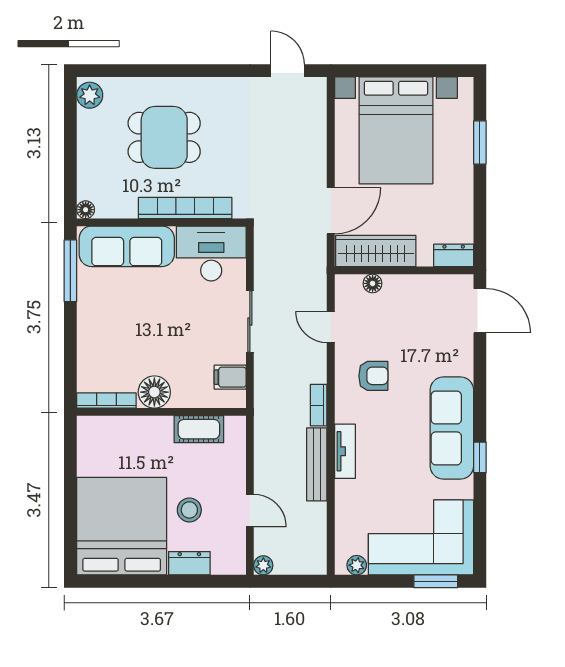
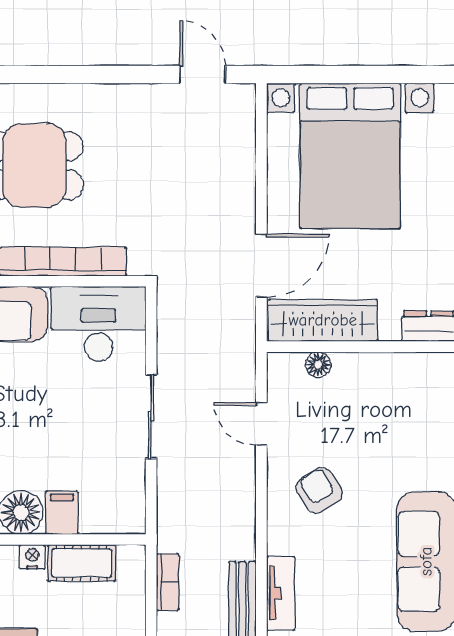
armchair: (373, 376) -> (319, 490), turned -121
filing cabinet: (230, 377) -> (62, 513), moved, turned 90
bookcase: (319, 405) -> (168, 582), moved, turned 180
nightstand: (163, 425) -> (32, 557), added

